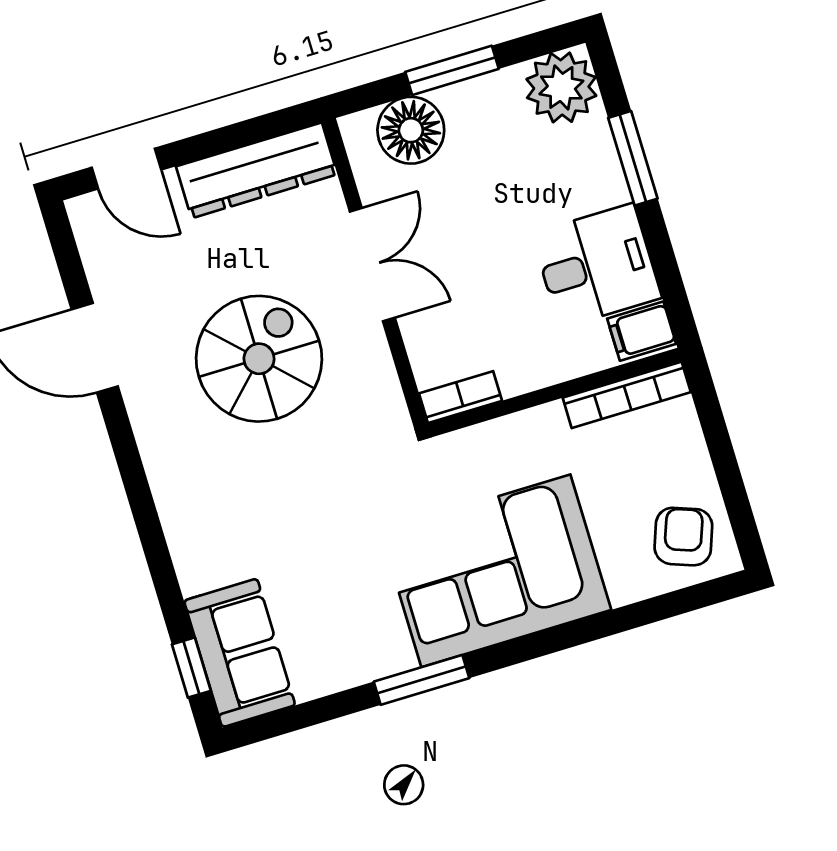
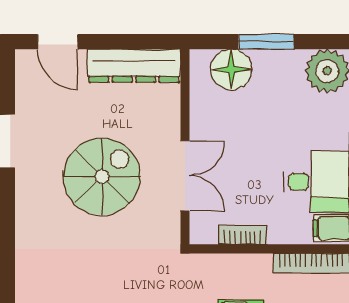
double door: (372, 265) -> (185, 176), moved
bookcase: (461, 397) -> (243, 235), moved

